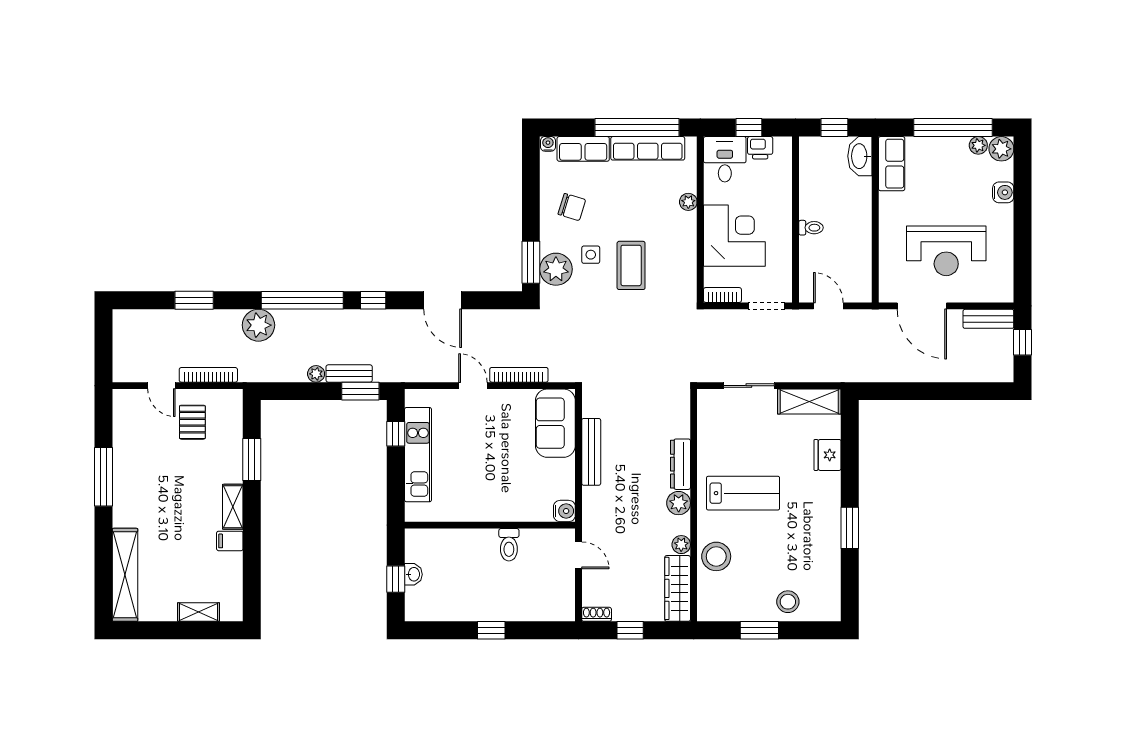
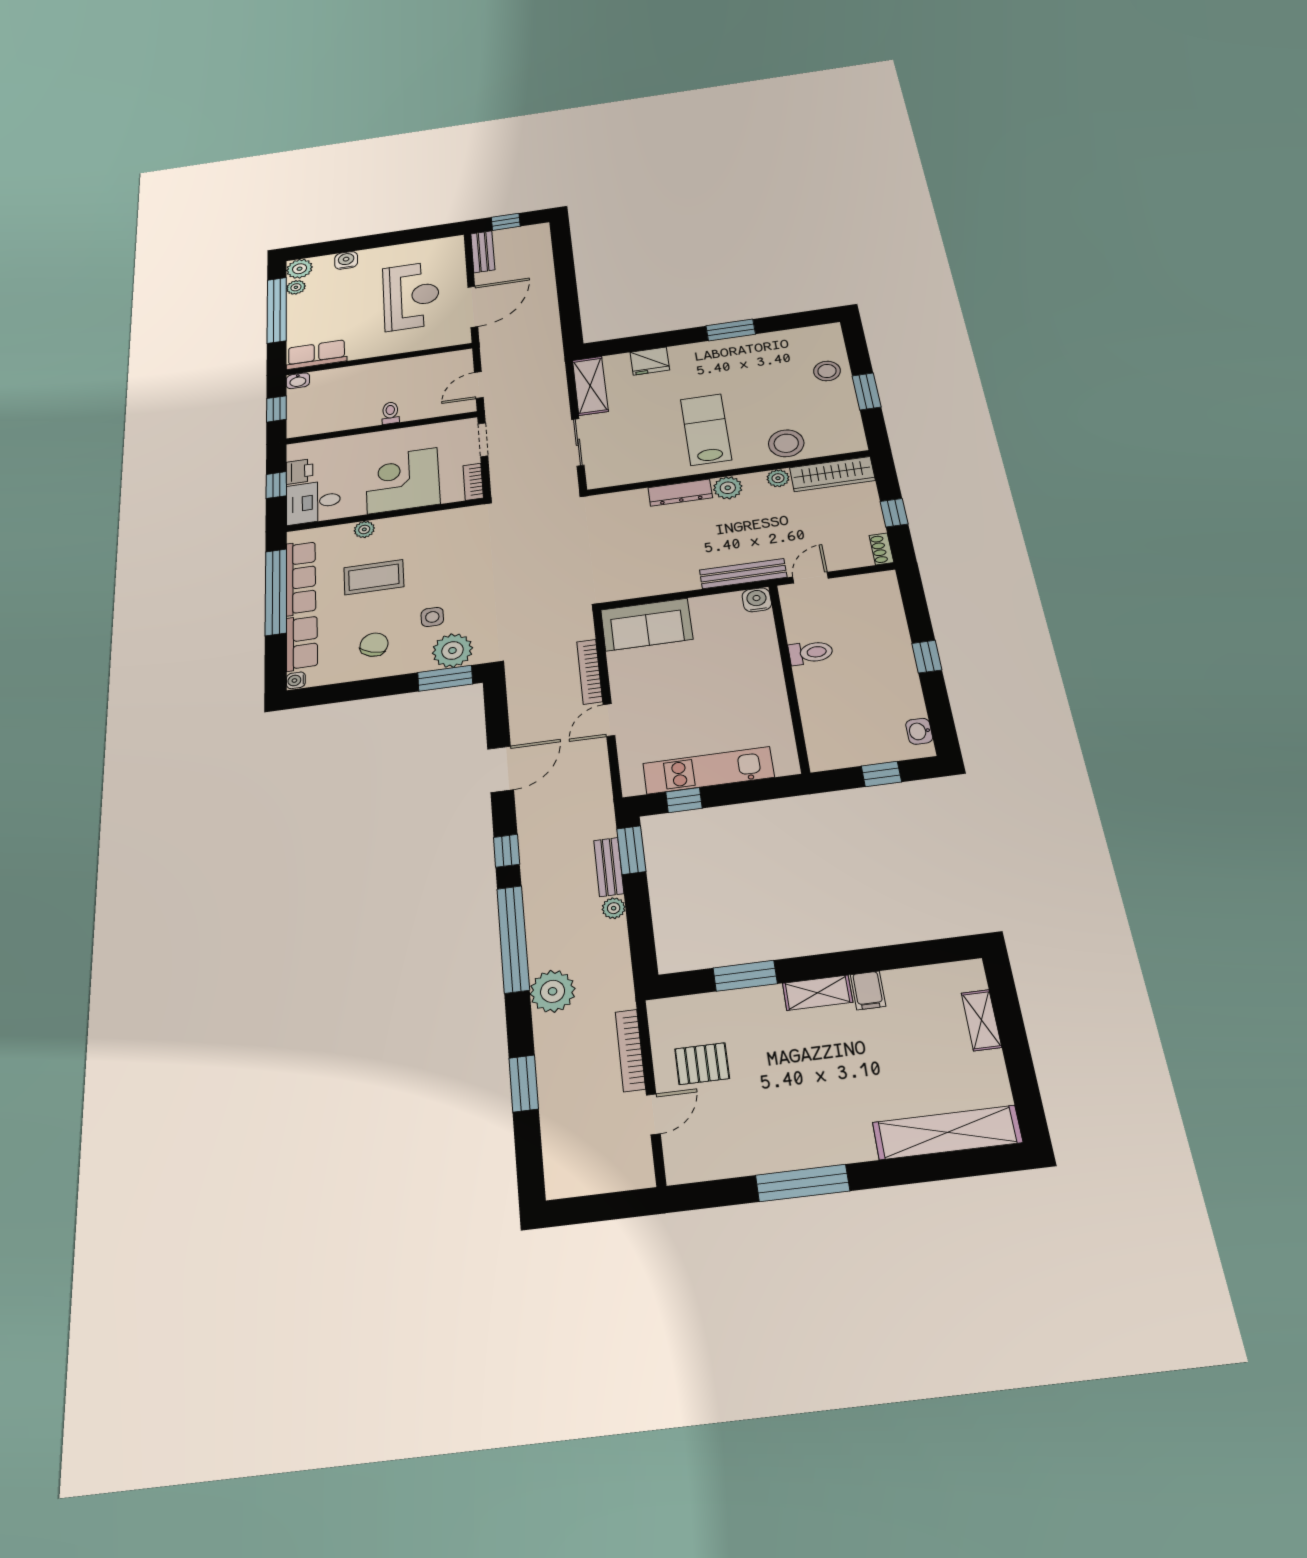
washbasin: (860, 156) -> (298, 381), width x0.52, depth x0.69
coffee table: (631, 265) -> (374, 577), moved
bench: (591, 452) -> (743, 574), moved
washbasin: (413, 574) -> (919, 731), moved, turned -90

